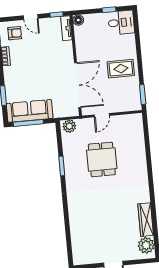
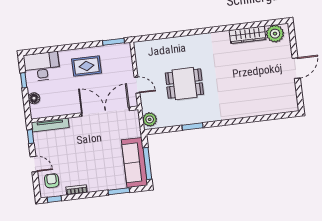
door: (31, 17) -> (34, 164), hinge flipped
floor lamp: (78, 20) -> (34, 98), moved
desk: (121, 23) -> (42, 66), width x1.37
tv unit: (66, 28) -> (50, 125), width x1.41
rug: (121, 69) -> (87, 66), turned 90

